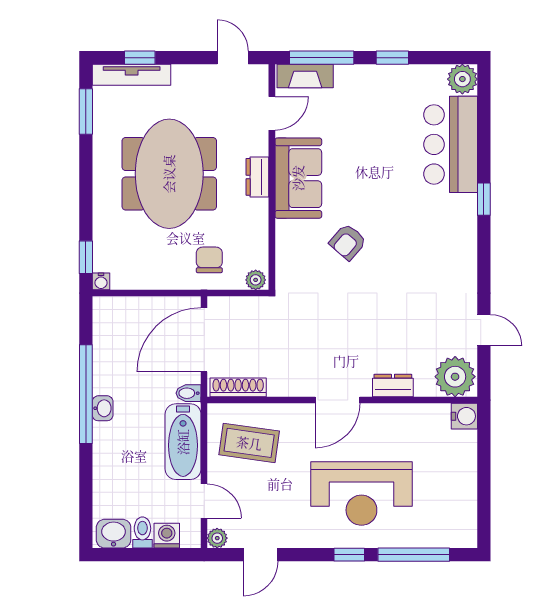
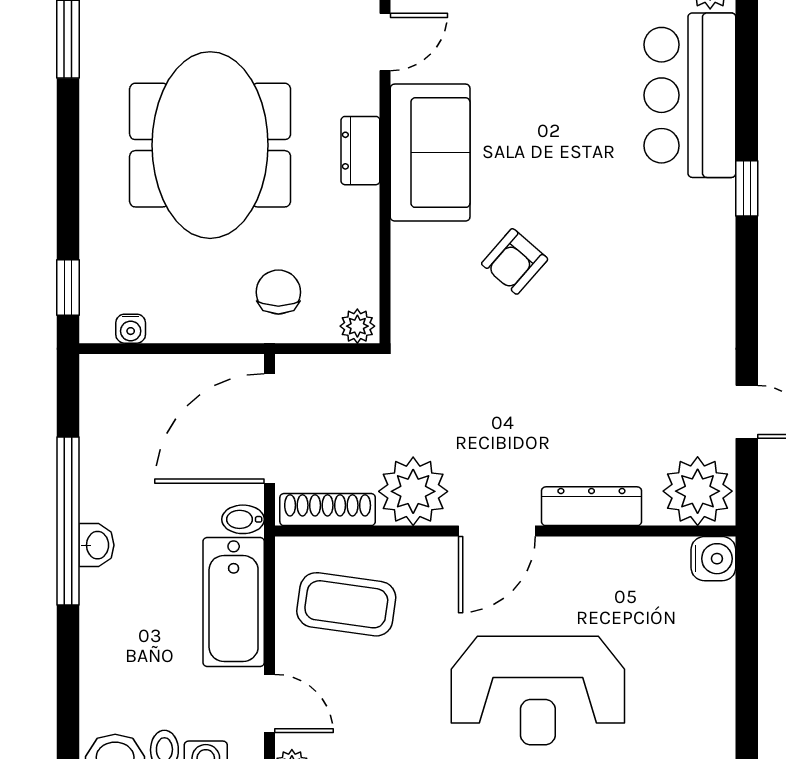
water cooler: (101, 281) -> (131, 329), moved
plant: (288, 377) -> (413, 491), added
dresser: (393, 385) -> (591, 506), width x1.44

